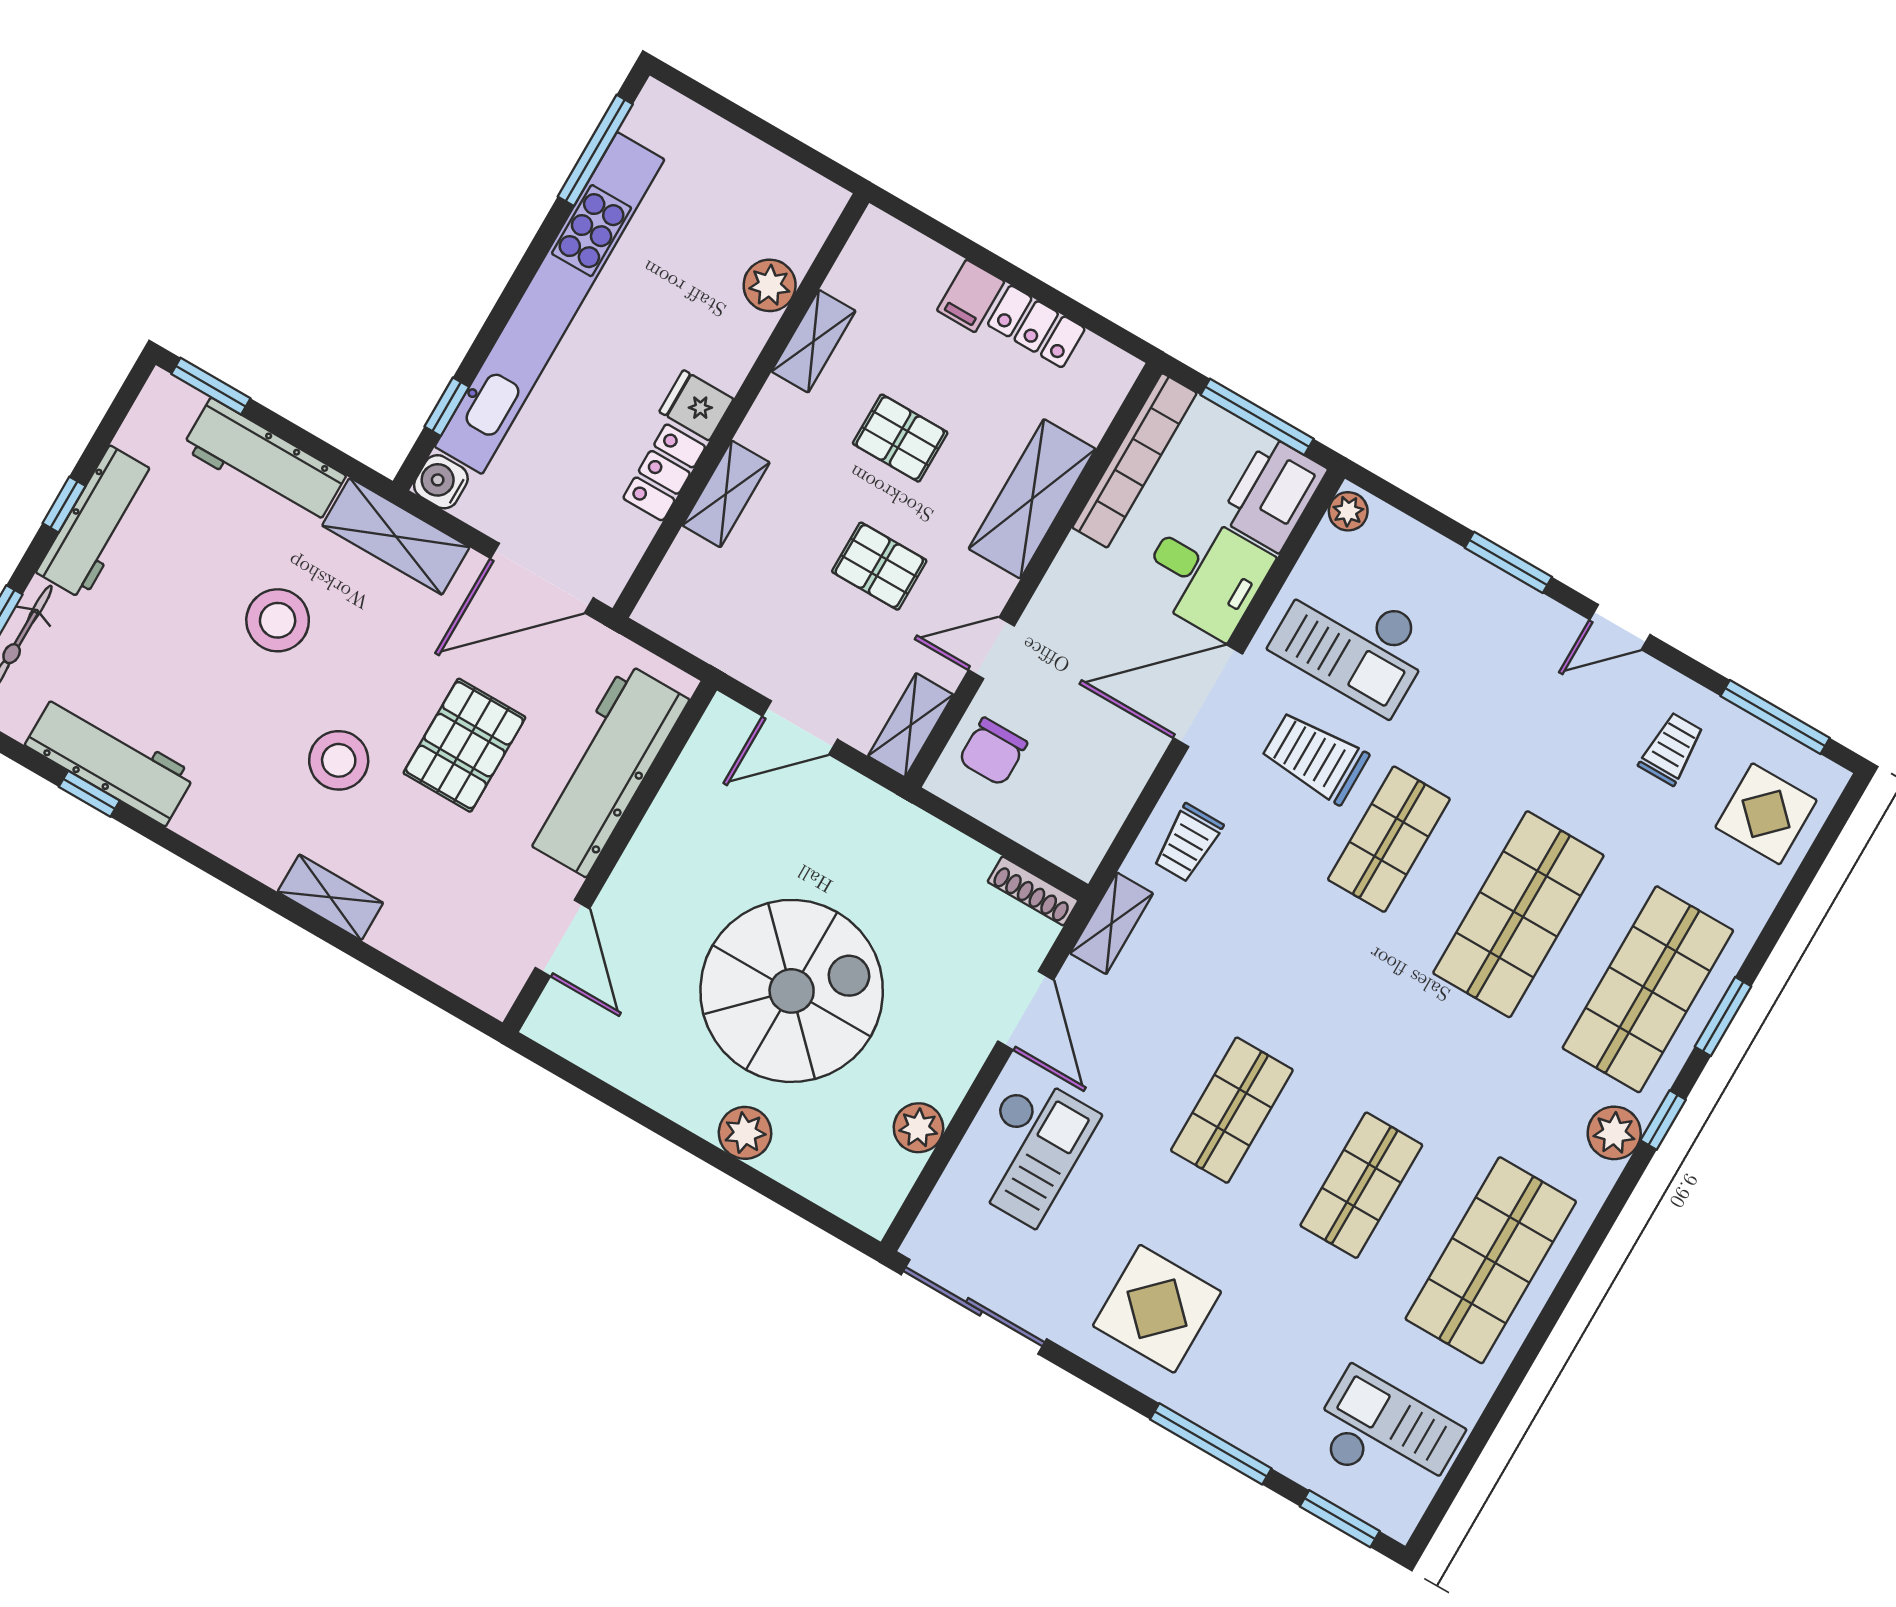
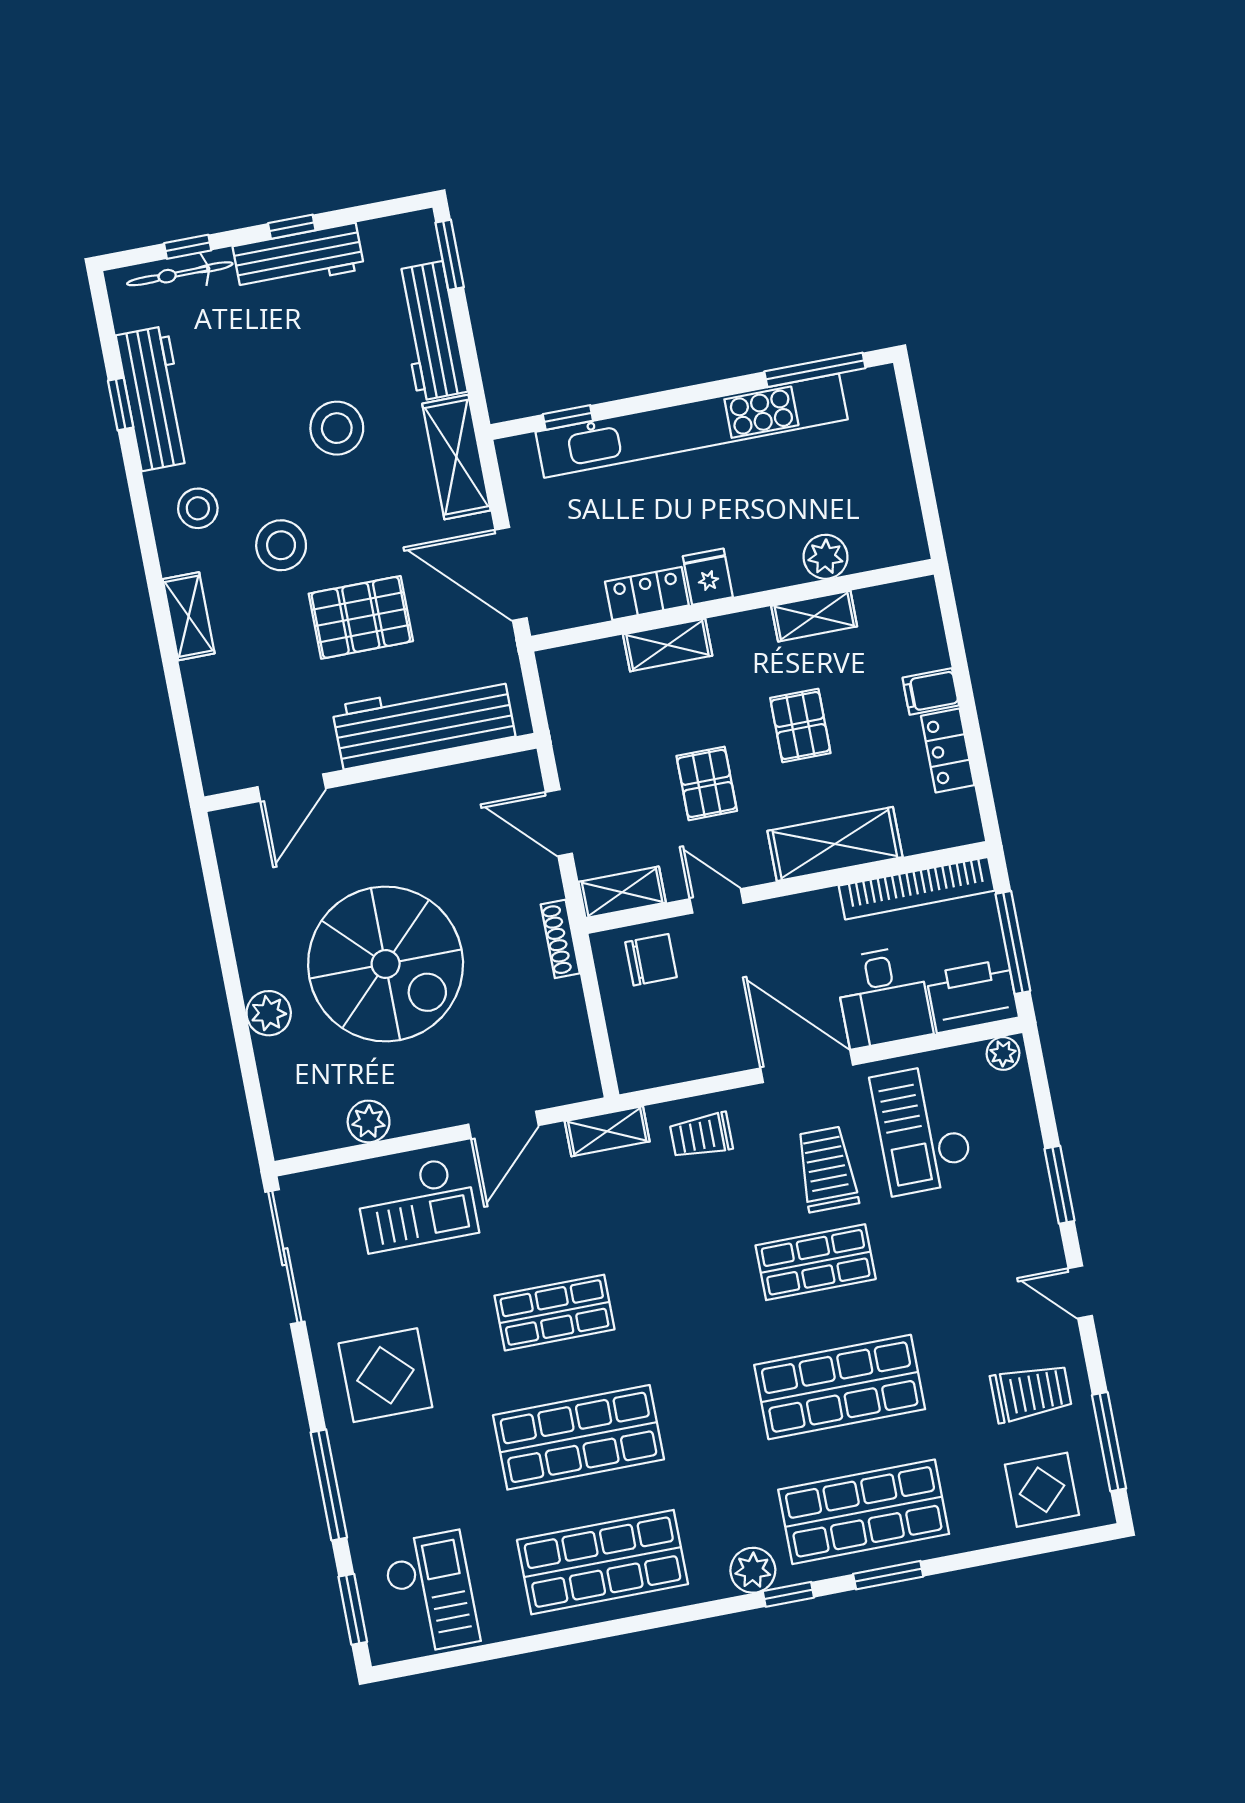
water cooler: (441, 482) -> (516, 456), removed
trolley: (1671, 749) -> (1031, 1393), width x1.36, depth x1.39
chair: (993, 752) -> (651, 960), turned 180
stool: (242, 806) -> (198, 508), added
shoe rack: (1033, 891) -> (560, 939), moved
shop shelf: (1361, 1185) -> (578, 1437), width x1.43, depth x1.36

